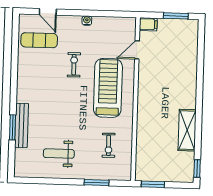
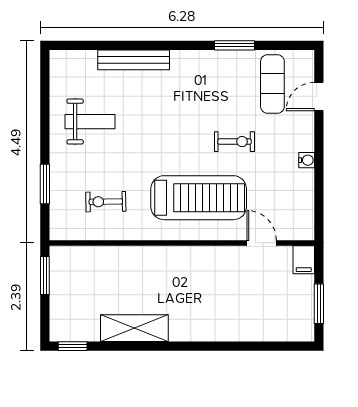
window: (13, 127) -> (235, 45), moved
weight bench: (59, 154) -> (90, 122), turned 90

